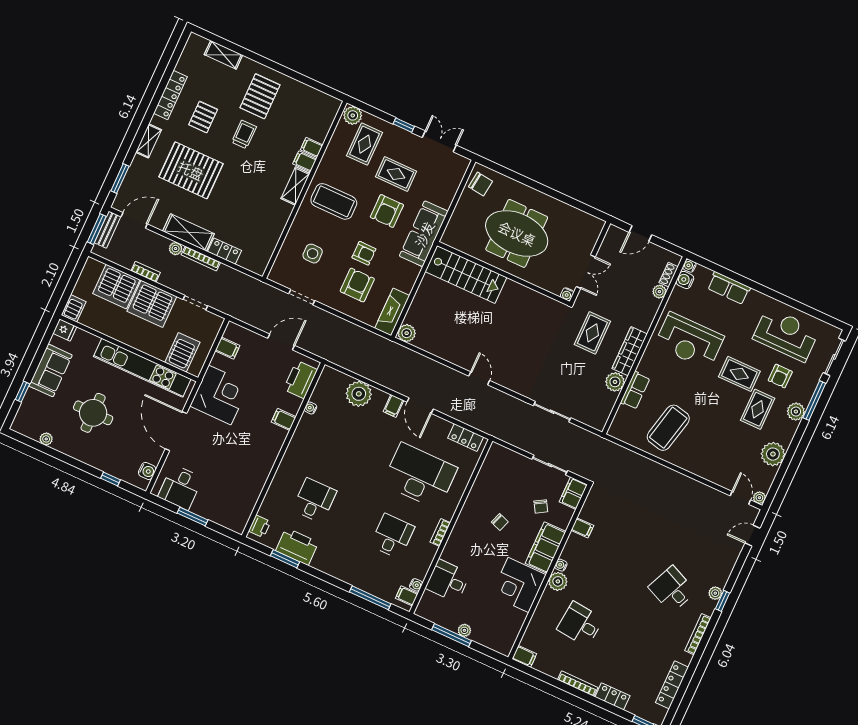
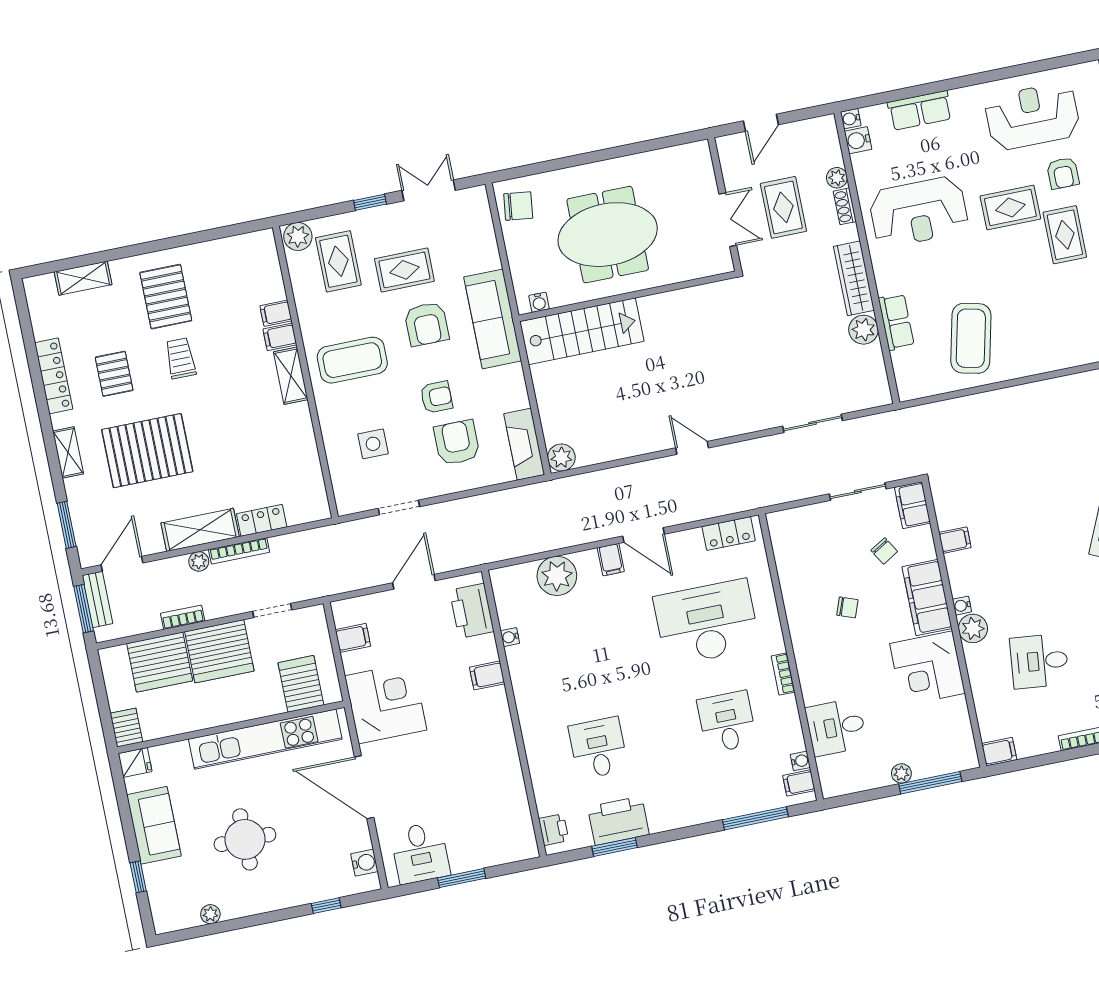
shoe rack: (669, 275) -> (845, 206), moved
water cooler: (567, 294) -> (539, 302), moved
rug: (592, 333) -> (783, 207), moved
window: (452, 635) -> (930, 783), moved

